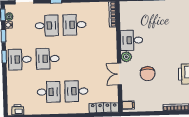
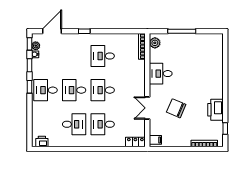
desk: (47, 26) -> (103, 90), moved, turned 180
plant: (126, 57) -> (155, 43), moved
chair: (148, 74) -> (176, 108), turned 113
locker: (104, 108) -> (135, 142), width x0.66

